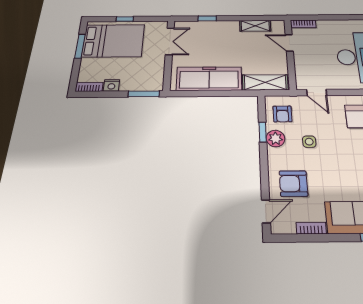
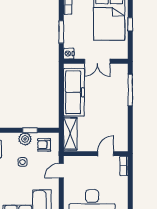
window: (207, 18) -> (130, 90), width x2.17
shelving: (255, 26) -> (123, 128), removed
double door: (170, 41) -> (97, 61), moved
nightstand: (111, 85) -> (69, 54), moved
window: (144, 94) -> (61, 32), moved

